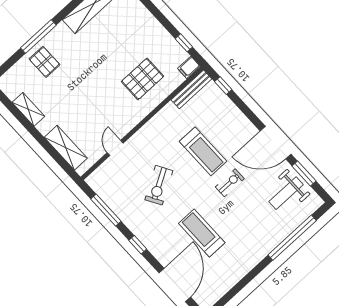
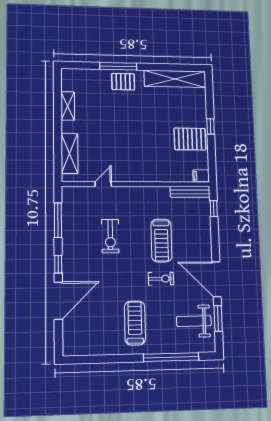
window: (184, 43) -> (211, 126), moved
pallet: (44, 62) -> (123, 82), moved, turned 90
pallet: (143, 79) -> (190, 139), moved
exercise bike: (159, 185) -> (110, 236), turned -60
treadmill: (202, 233) -> (135, 323), moved
door: (175, 285) -> (58, 301), moved

